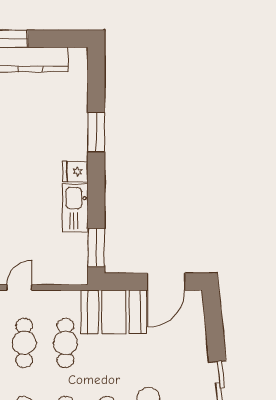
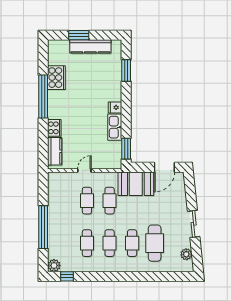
window: (96, 132) -> (126, 71), moved

